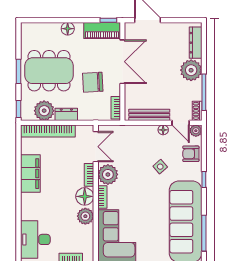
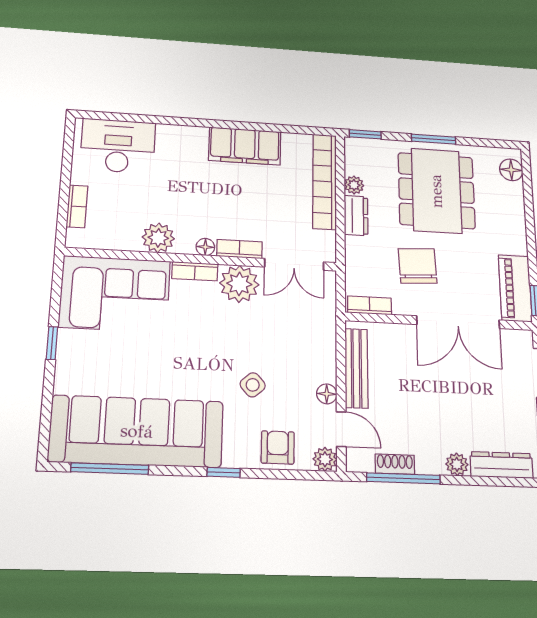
floor lamp: (68, 29) -> (511, 170), moved
plant: (191, 70) -> (457, 464), width x0.53, depth x0.53
plant: (44, 111) -> (354, 185), width x0.53, depth x0.53
shoe rack: (197, 111) -> (395, 464), moved
door: (181, 123) -> (341, 429), swing flipped
floor lamp: (85, 196) -> (205, 247), width x0.53, depth x0.53

